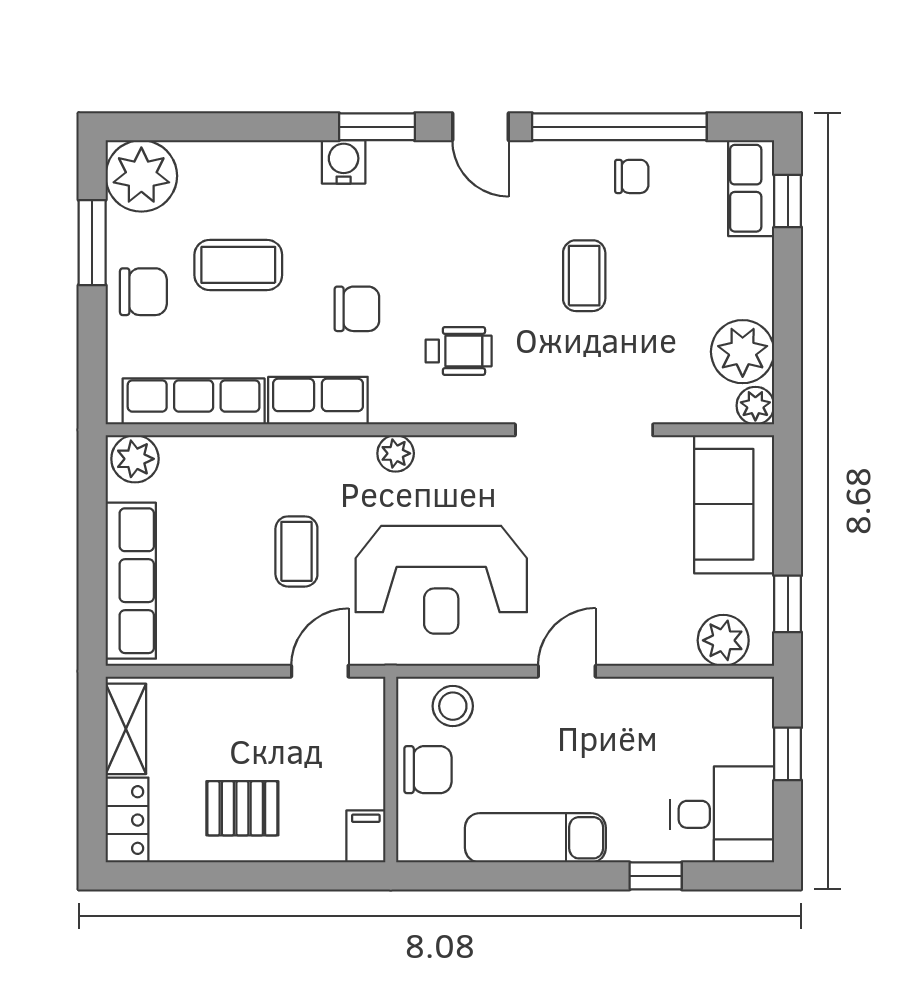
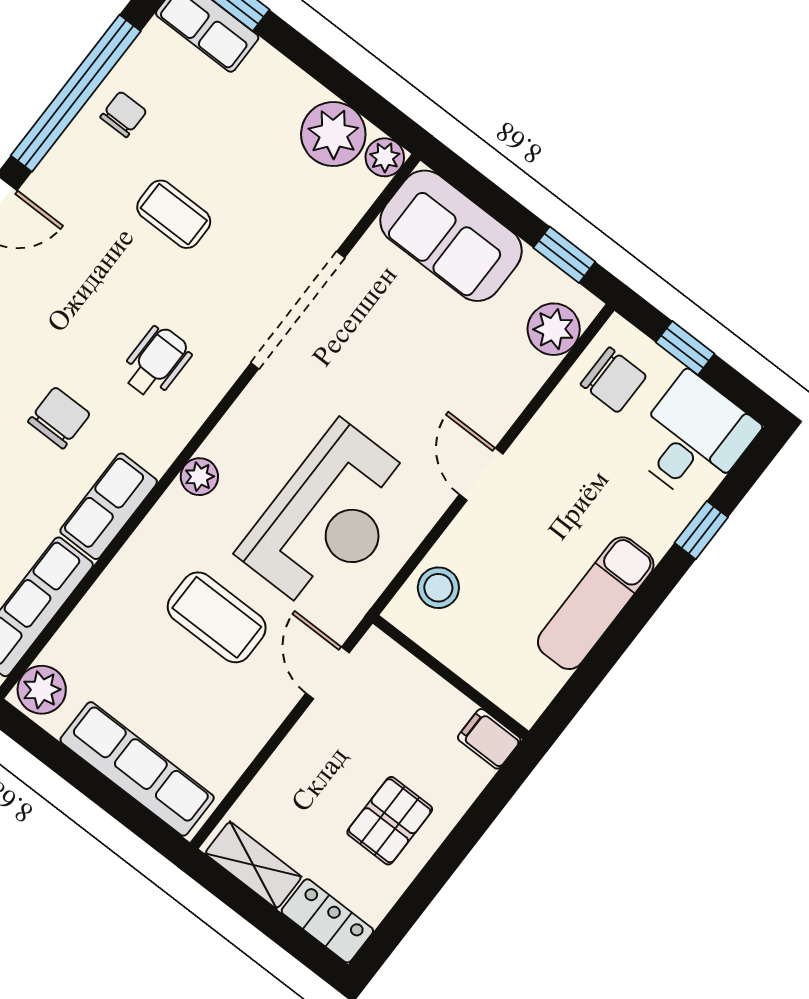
coffee table: (296, 551) -> (217, 617), width x1.36, depth x1.30
chair: (428, 770) -> (614, 380), moved, turned 90

